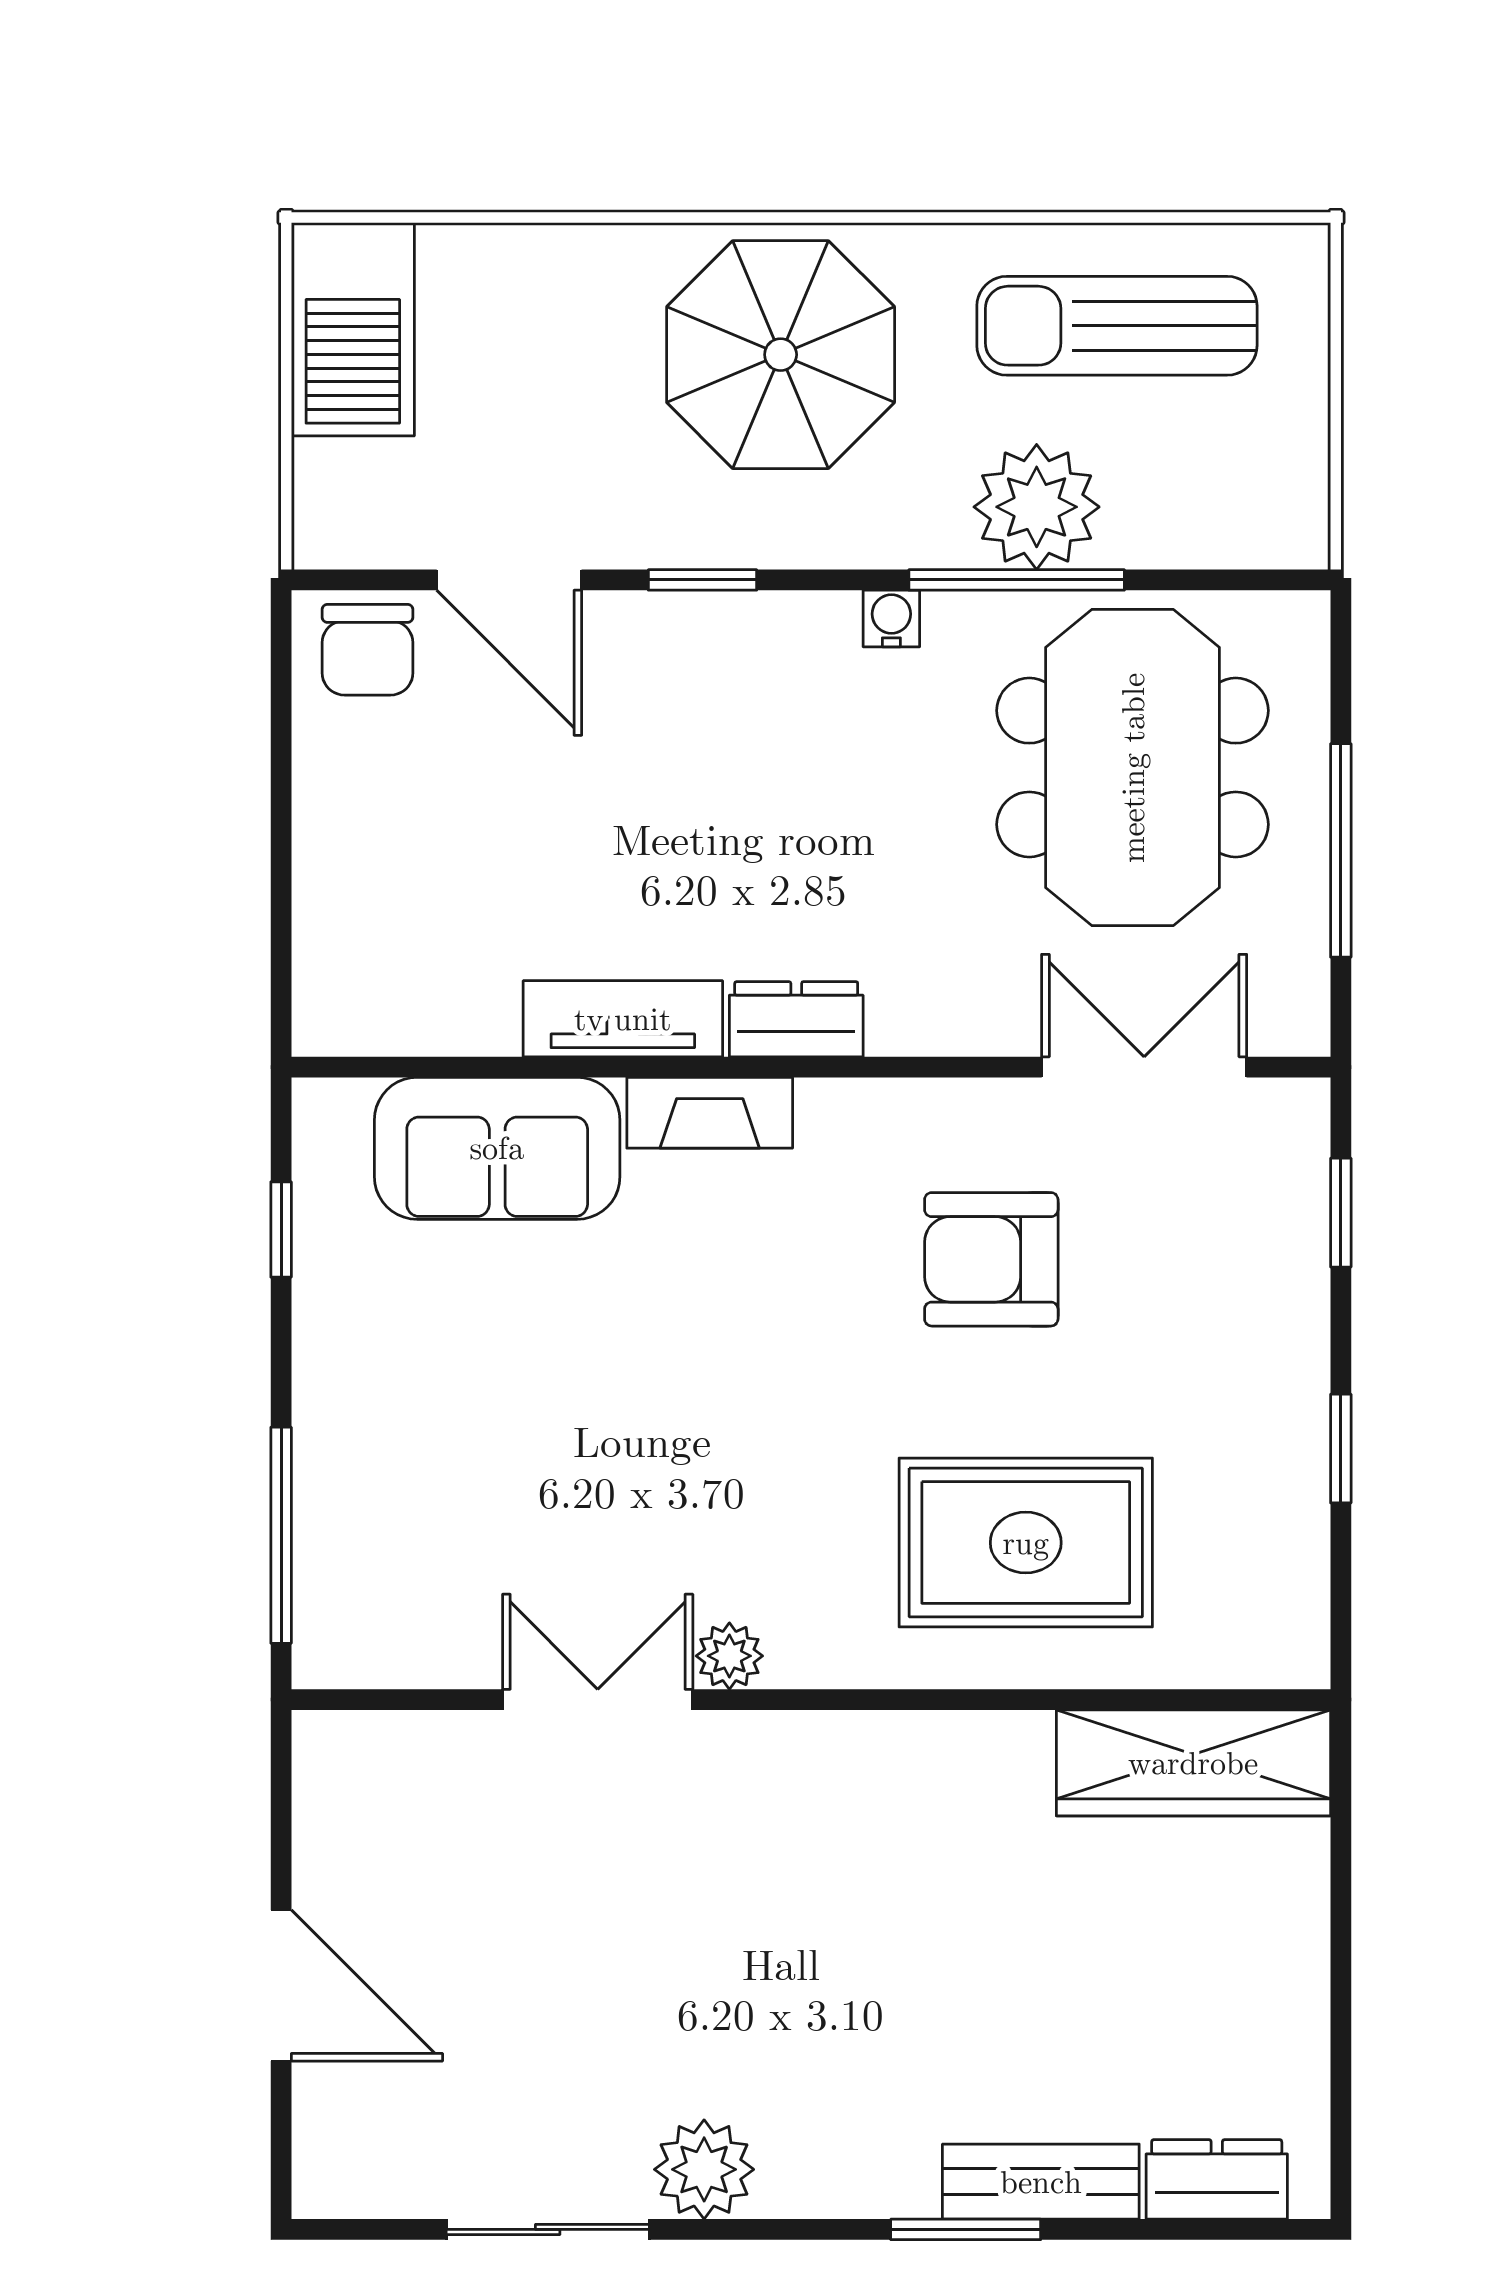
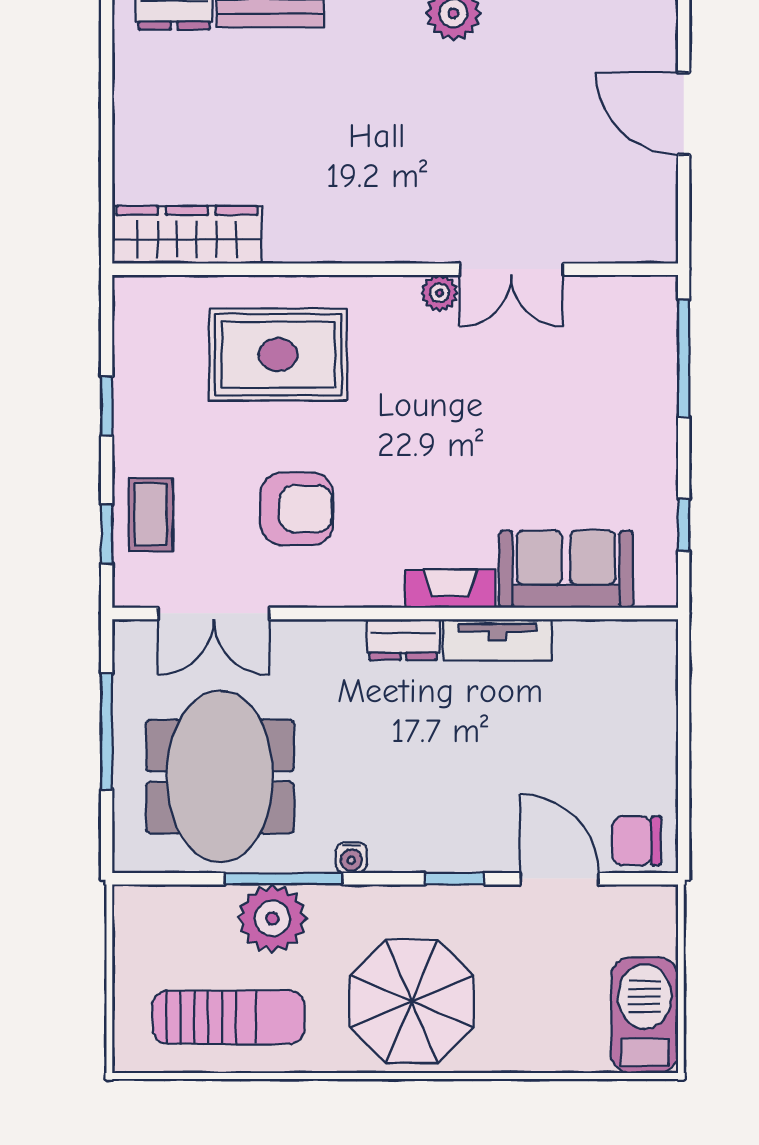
chair: (368, 650) -> (637, 841), turned -90
coffee table: (1260, 1249) -> (151, 514), added

